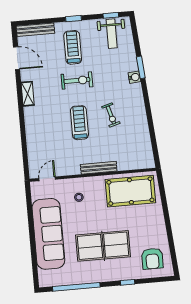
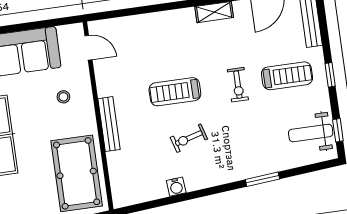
water cooler: (134, 77) -> (176, 187), moved
exercise bike: (77, 81) -> (238, 85), width x0.73, depth x0.72
treadmill: (79, 123) -> (175, 92), turned 180

